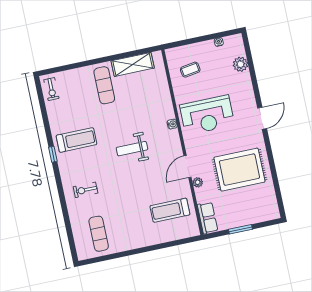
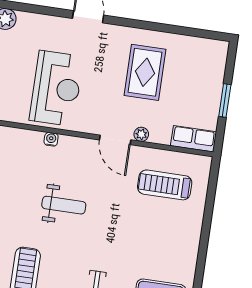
weight bench: (132, 149) -> (64, 205), turned -90
rug: (239, 170) -> (145, 72), width x0.73, depth x0.69
treadmill: (170, 210) -> (165, 185), turned 90

